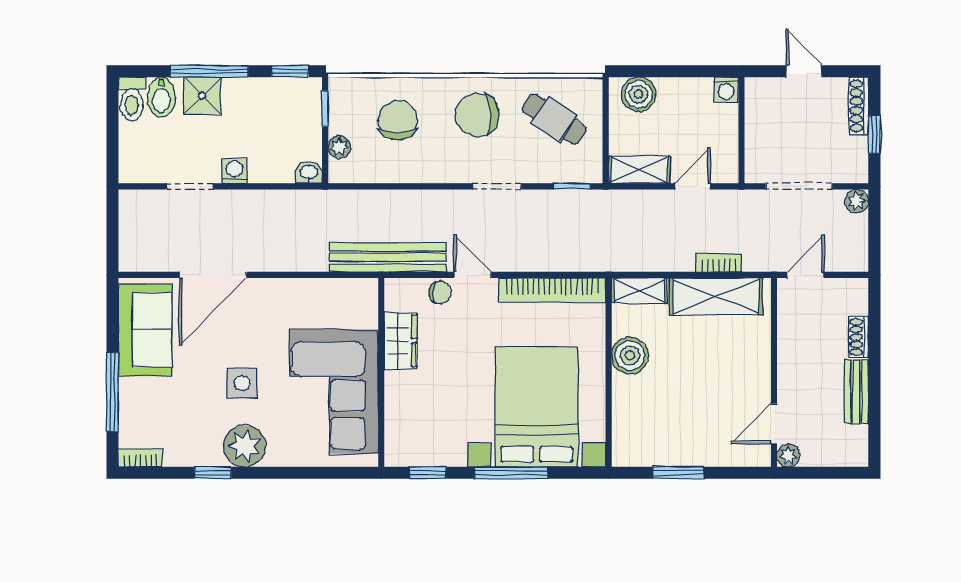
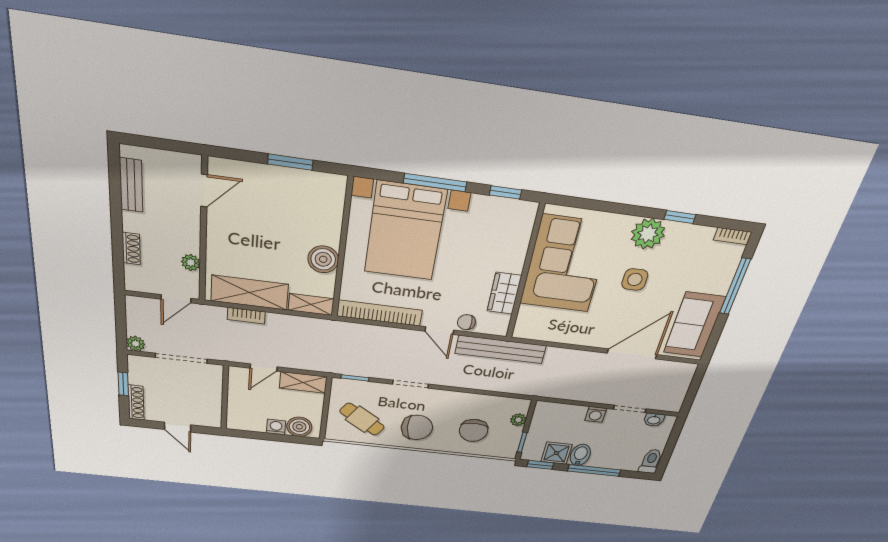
washing machine: (726, 89) -> (276, 427), moved
shower: (202, 96) -> (557, 453), moved
bidet: (161, 97) -> (580, 455), moved
washbasin: (309, 173) -> (654, 420), moved
bench: (856, 392) -> (131, 185), moved
plant: (788, 455) -> (191, 263), moved

